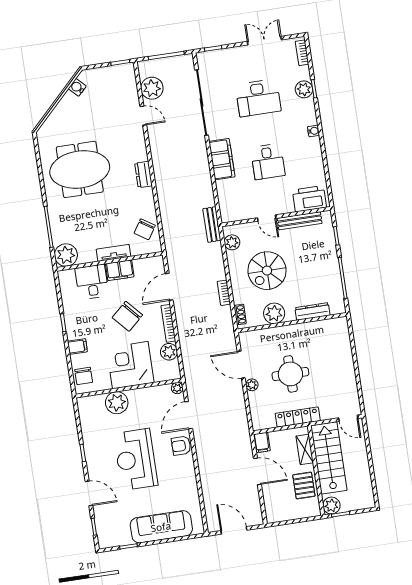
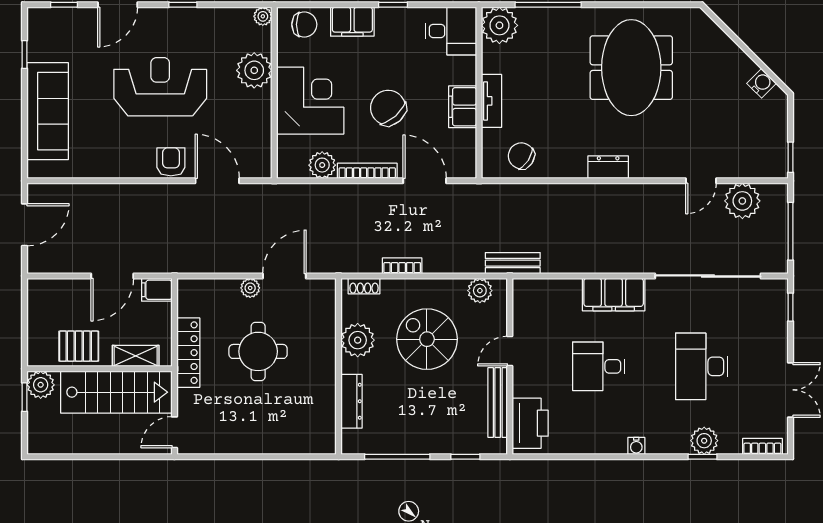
desk: (92, 282) -> (451, 31), moved
filing cabinet: (77, 346) -> (352, 22), width x2.00
chair: (84, 376) -> (304, 24), turned 180
plant: (177, 388) -> (263, 16), moved

